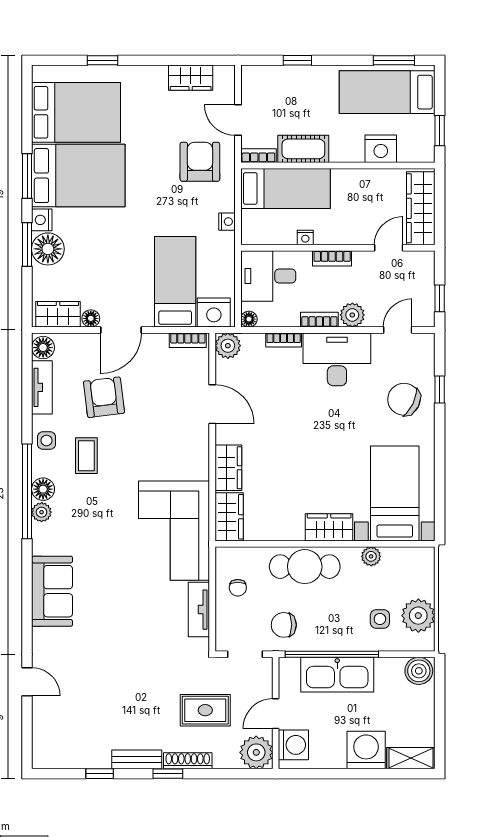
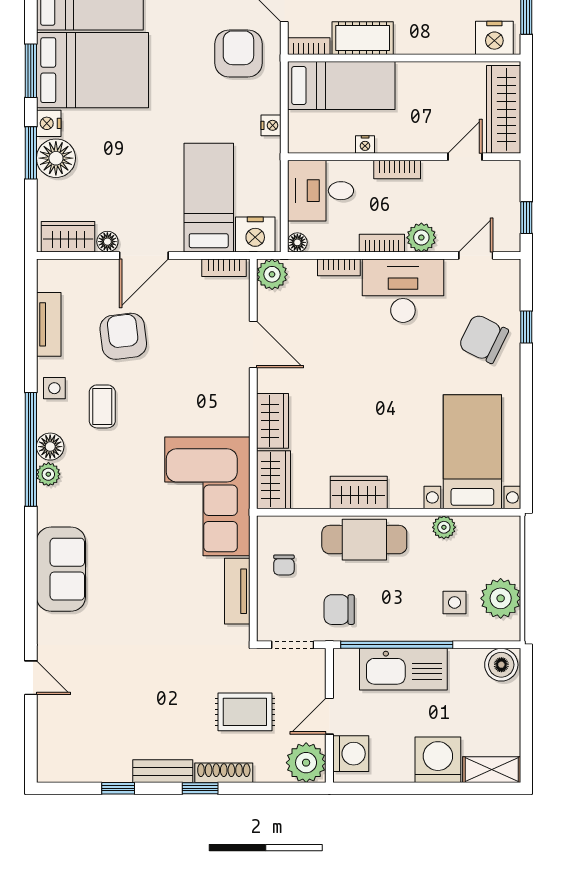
nightstand: (381, 149) -> (494, 38), moved
floor lamp: (43, 348) -> (50, 277), removed
wardrobe: (329, 527) -> (359, 492), moved

